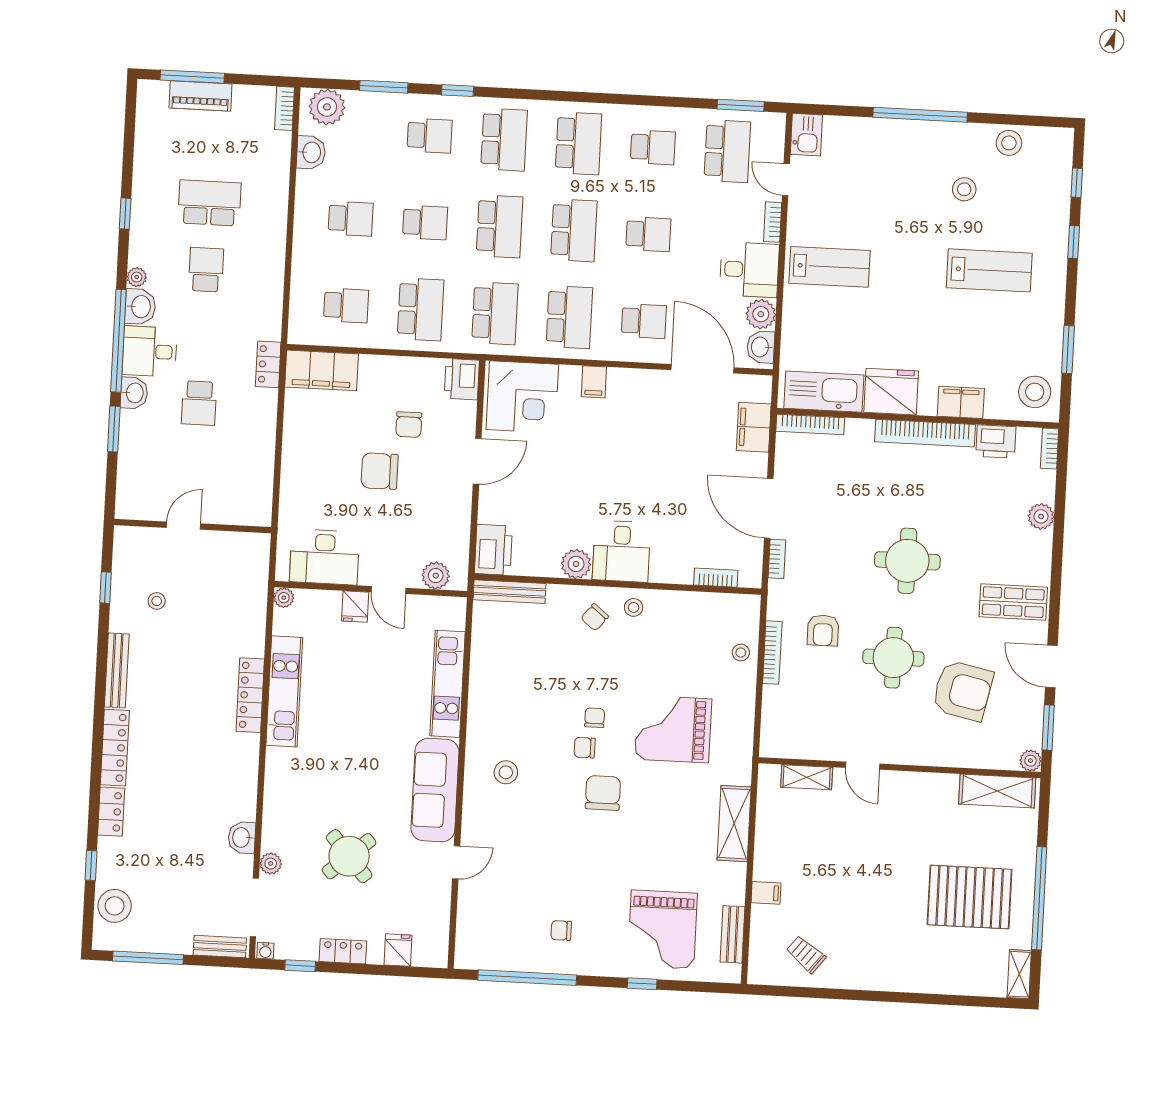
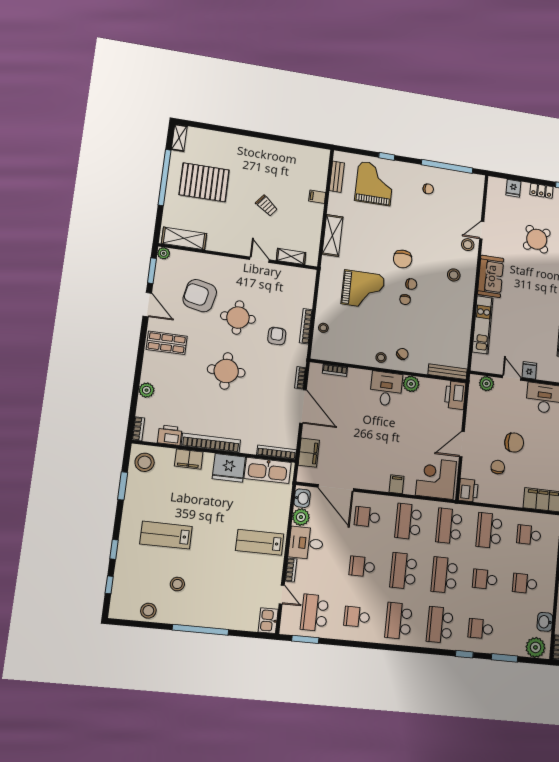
sofa: (435, 790) -> (491, 276), width x0.73
stool: (482, 832) -> (468, 245), added
trolley: (806, 954) -> (267, 206), moved

